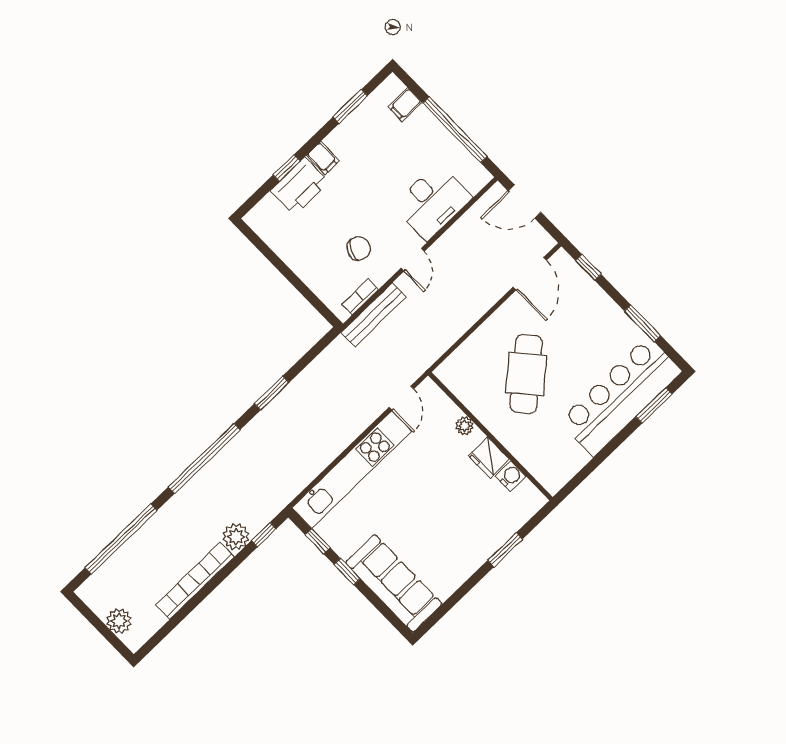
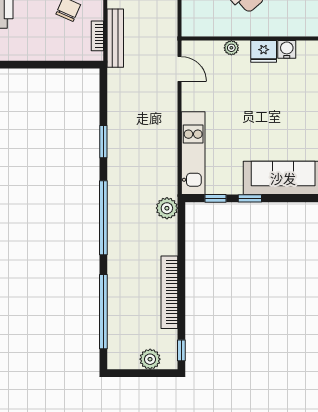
kitchen unit: (352, 470) -> (193, 153), width x0.73
window: (264, 535) -> (181, 350), moved
plant: (236, 537) -> (167, 208), moved

